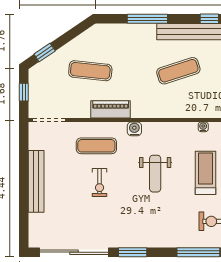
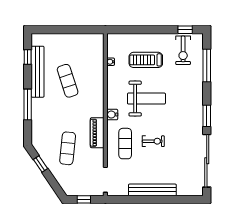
window: (45, 53) -> (40, 164), moved
weight bench: (155, 174) -> (146, 99), width x1.36, depth x1.33

